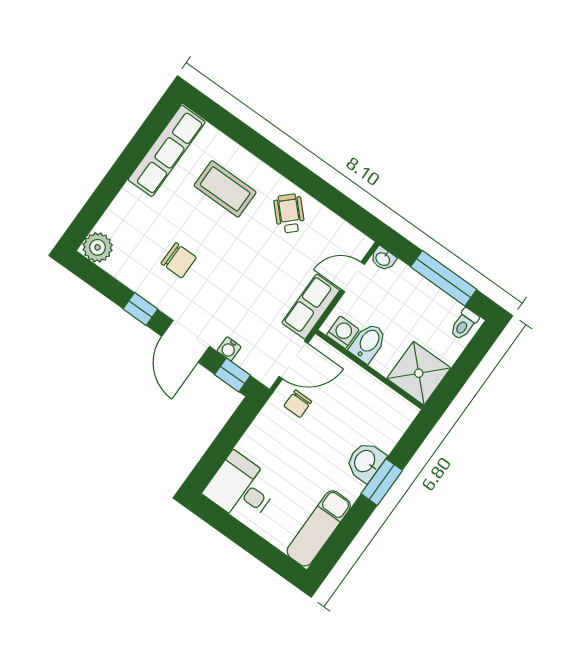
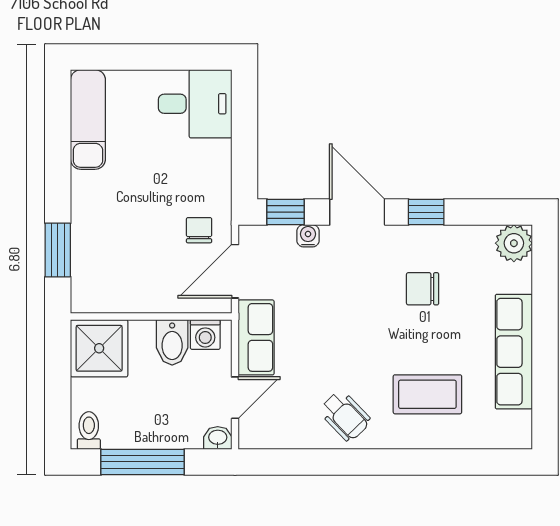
row of seats: (167, 151) -> (514, 352), moved
washbasin: (365, 462) -> (89, 221), removed
window: (382, 482) -> (58, 250), moved

